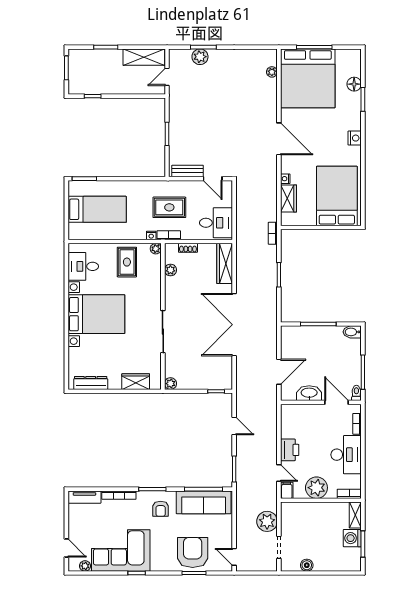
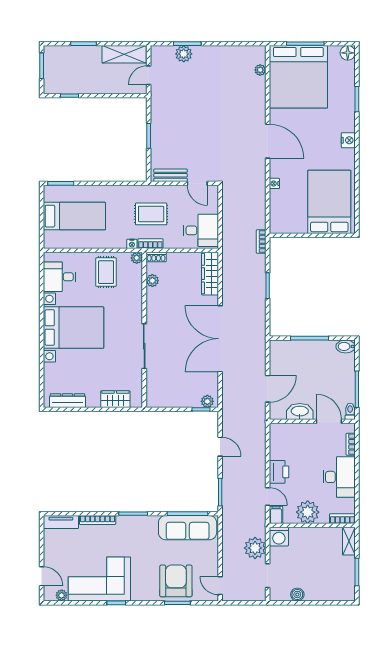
floor lamp: (354, 84) -> (348, 53), moved
wardrobe: (289, 198) -> (278, 205), removed
shoe rack: (188, 248) -> (156, 257), moved
plant: (170, 384) -> (207, 401), moved
armchair: (161, 509) -> (142, 535), removed
washing machine: (352, 538) -> (279, 537), moved, turned -90

